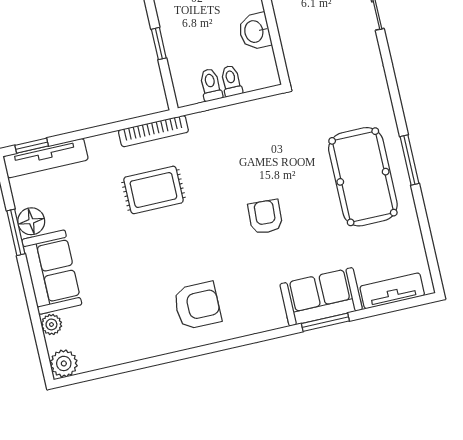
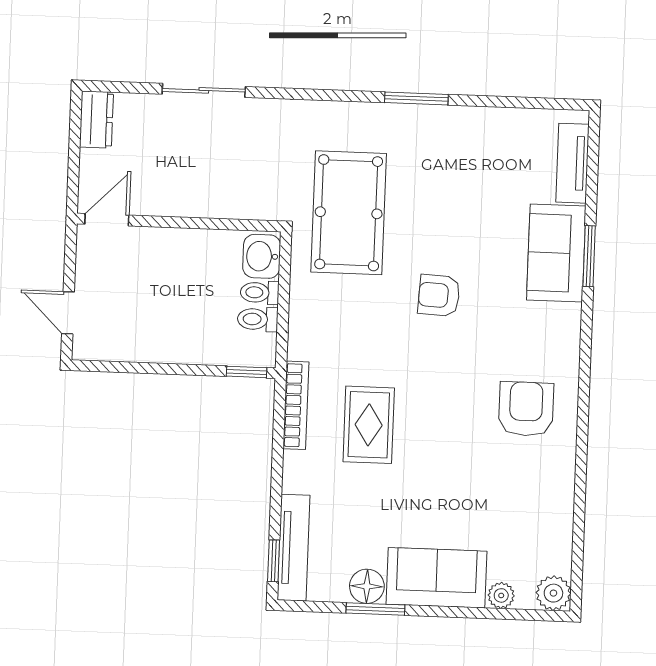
washbasin: (255, 31) -> (262, 256), moved, turned 90
window: (159, 44) -> (247, 372), moved
pool table: (363, 177) -> (349, 213), moved, turned 90

